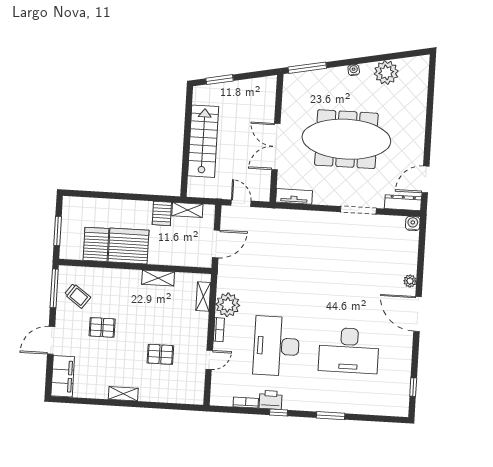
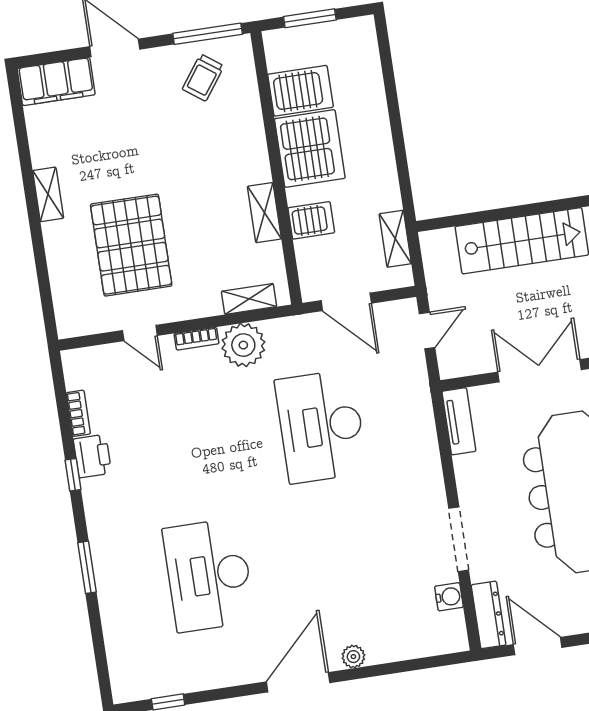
server rack: (162, 213) -> (311, 220), moved, turned 180
water cooler: (413, 224) -> (449, 597), moved
pallet: (102, 327) -> (157, 133), removed
desk: (277, 346) -> (321, 426), moved, turned -90
pallet: (160, 354) -> (131, 245), width x2.05, depth x2.00

